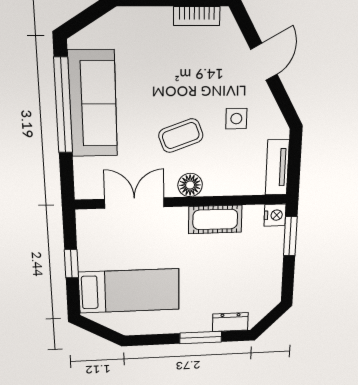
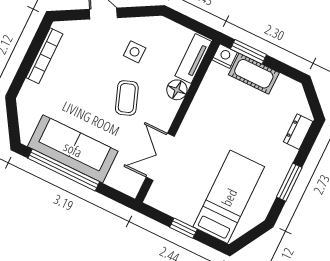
bookcase: (197, 16) -> (44, 56), width x1.56
tv unit: (277, 167) -> (193, 59), moved, turned 90
floor lamp: (190, 185) -> (177, 90), moved
cot: (215, 219) -> (254, 74), moved, turned 90
window: (201, 338) -> (289, 182), moved

